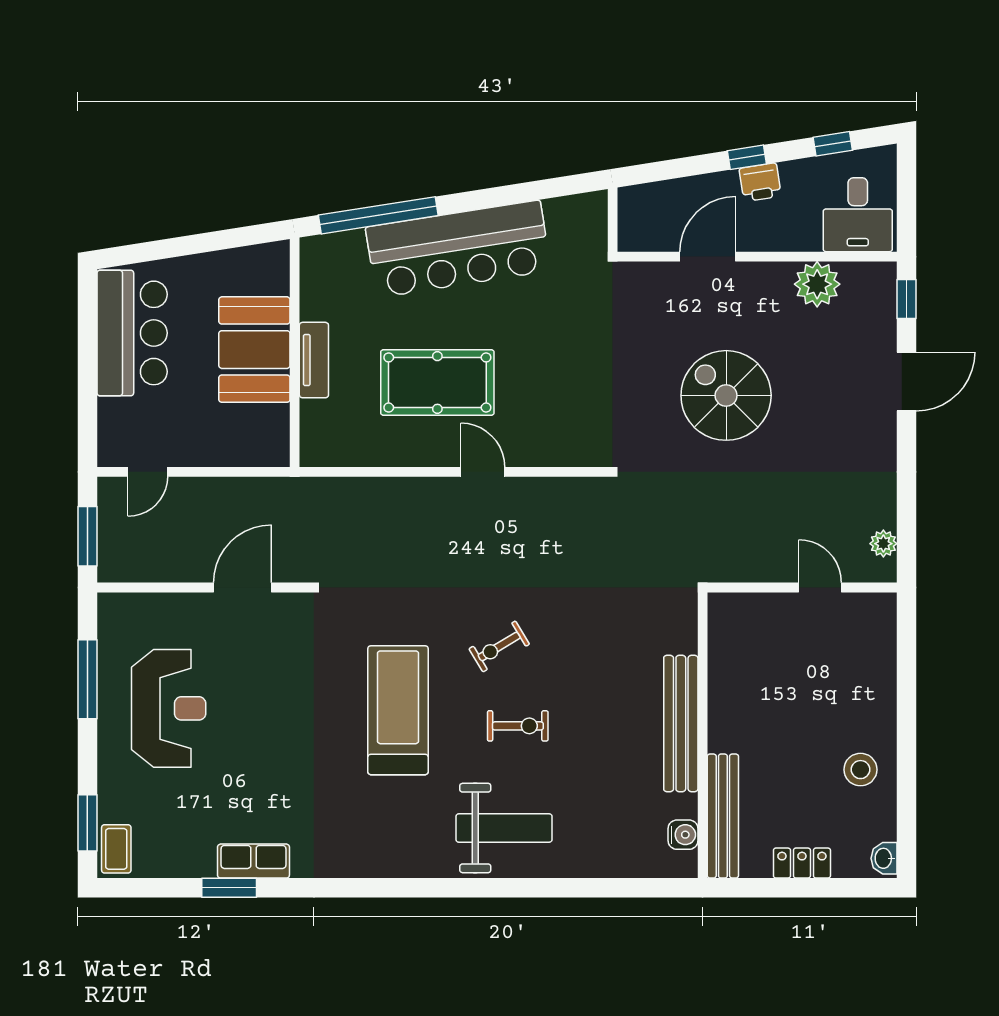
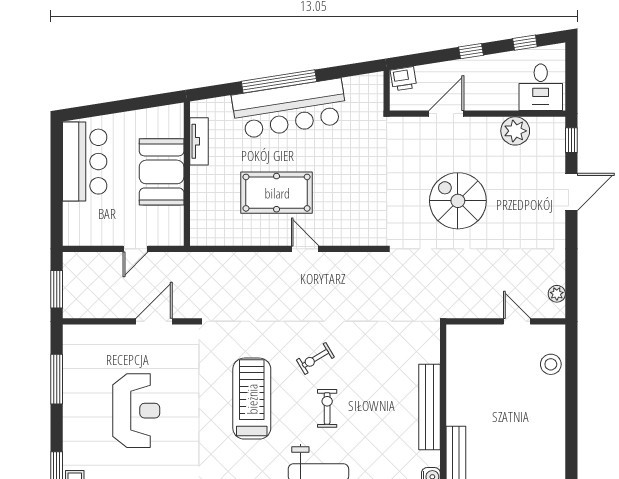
printer: (760, 182) -> (403, 79), moved
window: (378, 215) -> (279, 81), moved
tv unit: (314, 360) -> (199, 141), moved
door: (148, 472) -> (136, 249), moved
reception desk: (169, 708) -> (136, 411), moved
exercise bike: (518, 726) -> (327, 408), turned -90
stool: (860, 770) -> (551, 364), moved

